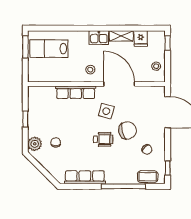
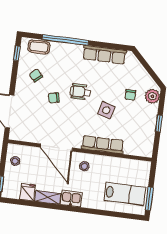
side table: (106, 111) -> (106, 110), moved
chair: (127, 130) -> (54, 98), width x0.54, depth x0.54

